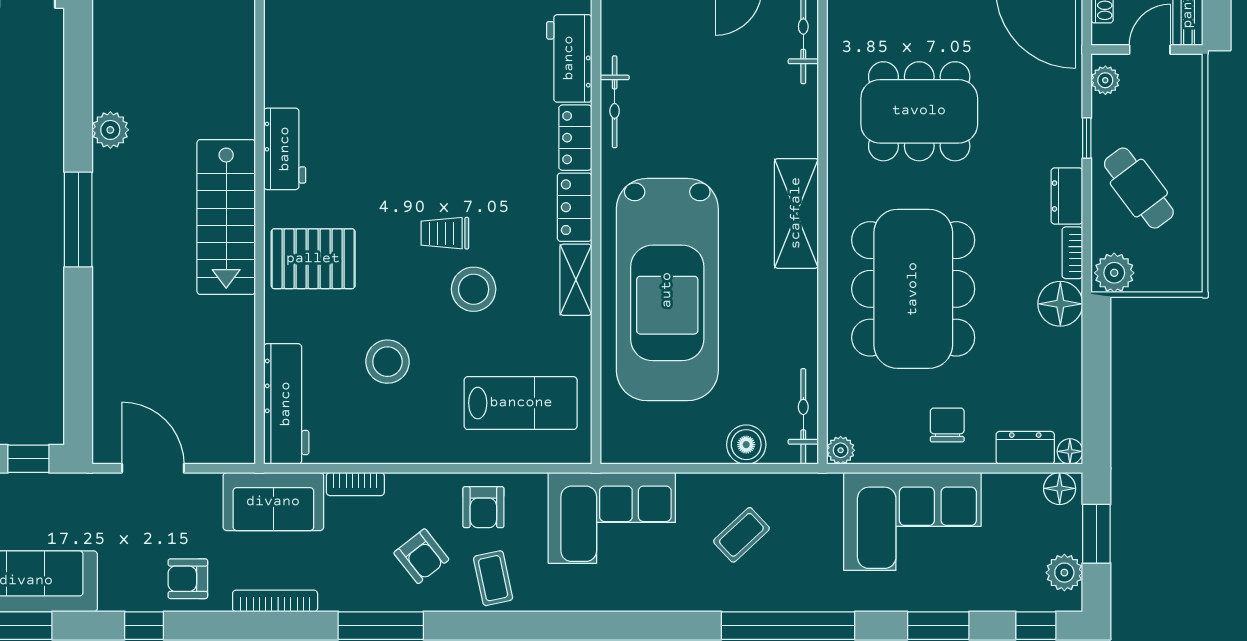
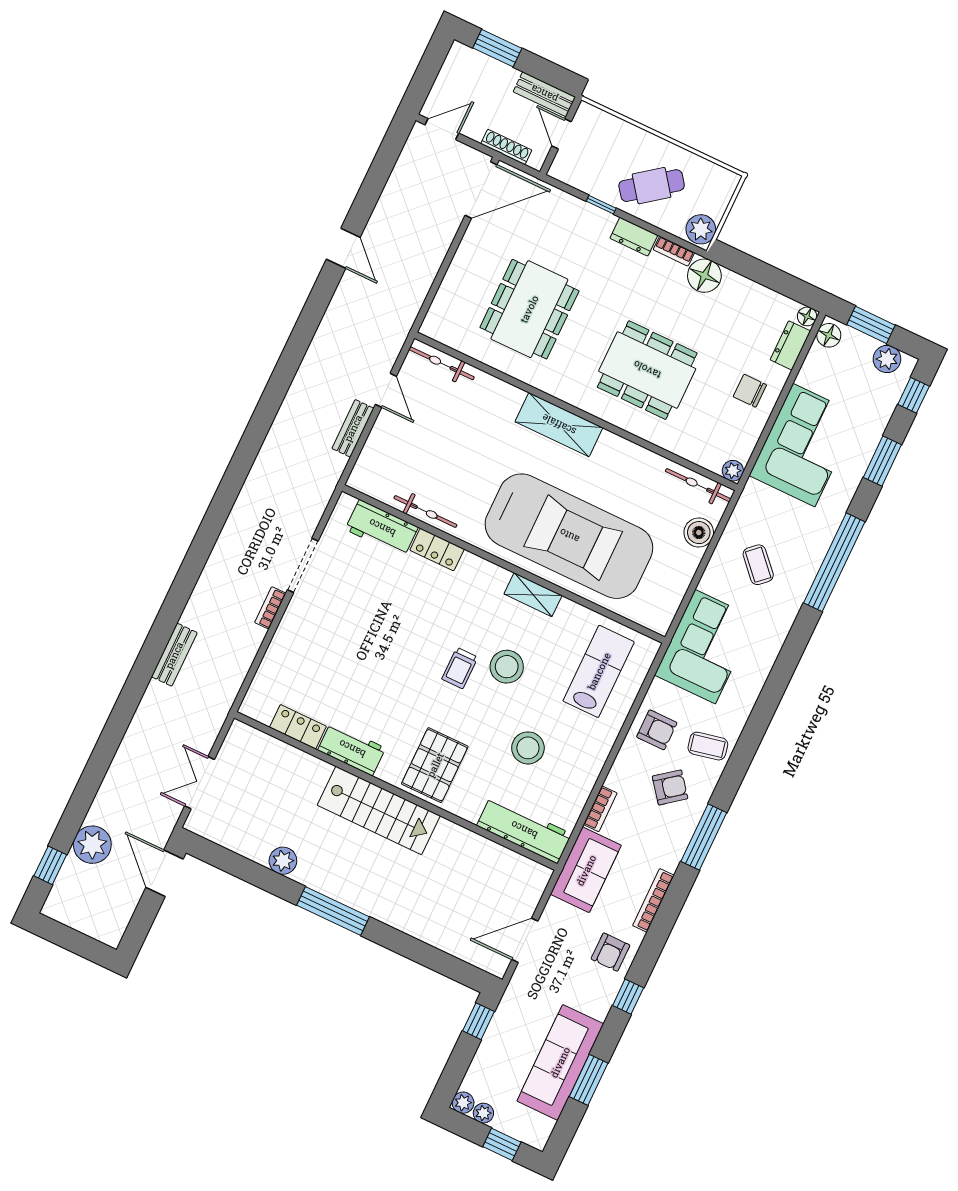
plant: (1105, 80) -> (568, 174), removed
locker: (575, 207) -> (298, 727), moved, turned 180
dining table: (913, 289) -> (647, 370), width x0.73, depth x0.80

